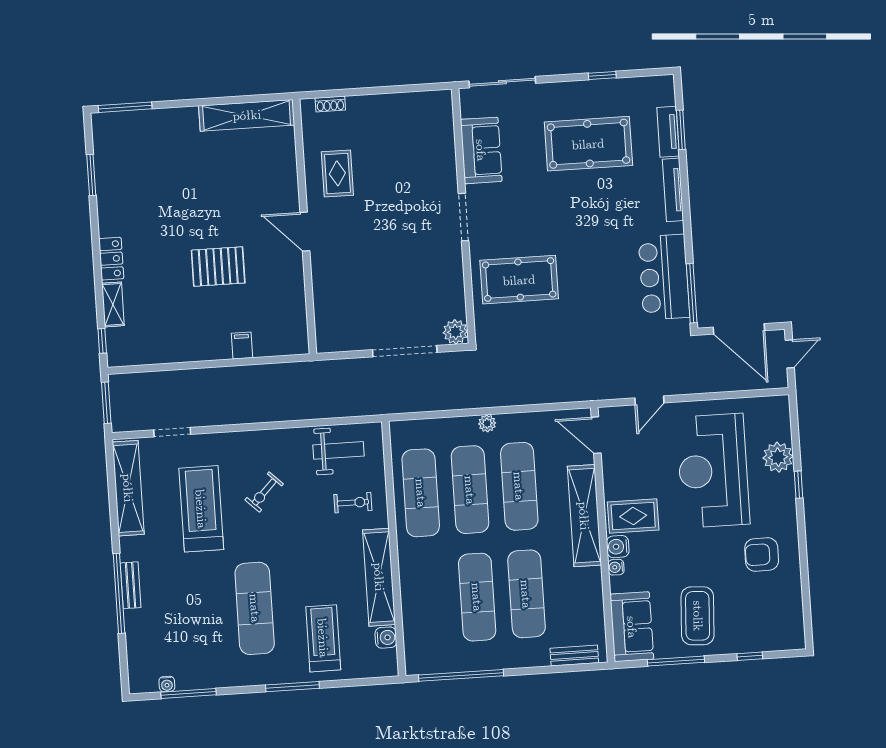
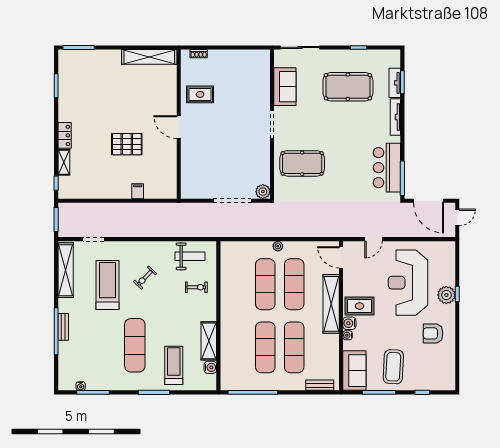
rug: (337, 173) -> (200, 94), turned 90
plant: (778, 457) -> (446, 295), moved
exercise mat: (421, 493) -> (236, 284), removed
shelving: (379, 577) -> (209, 341), width x0.68

